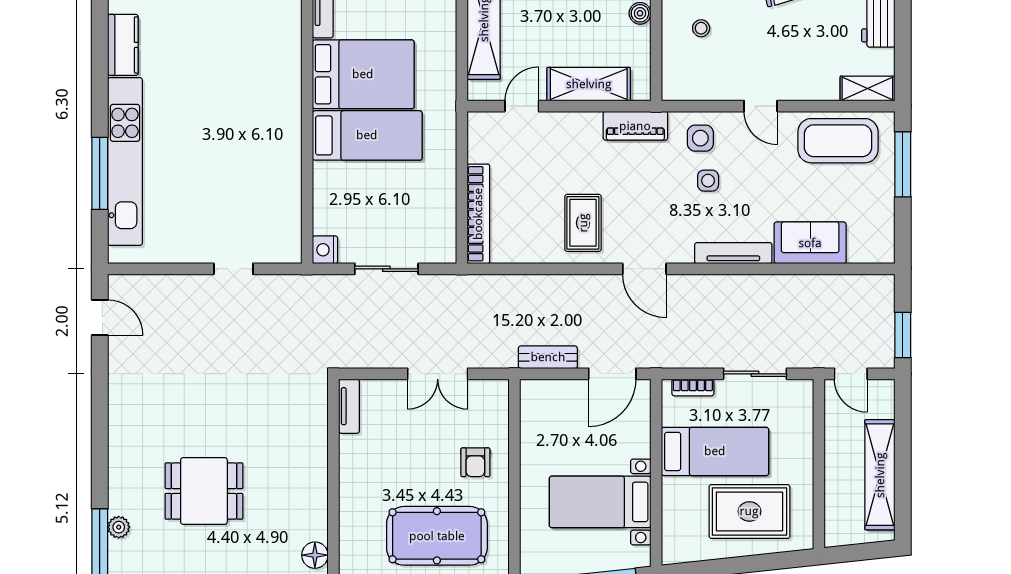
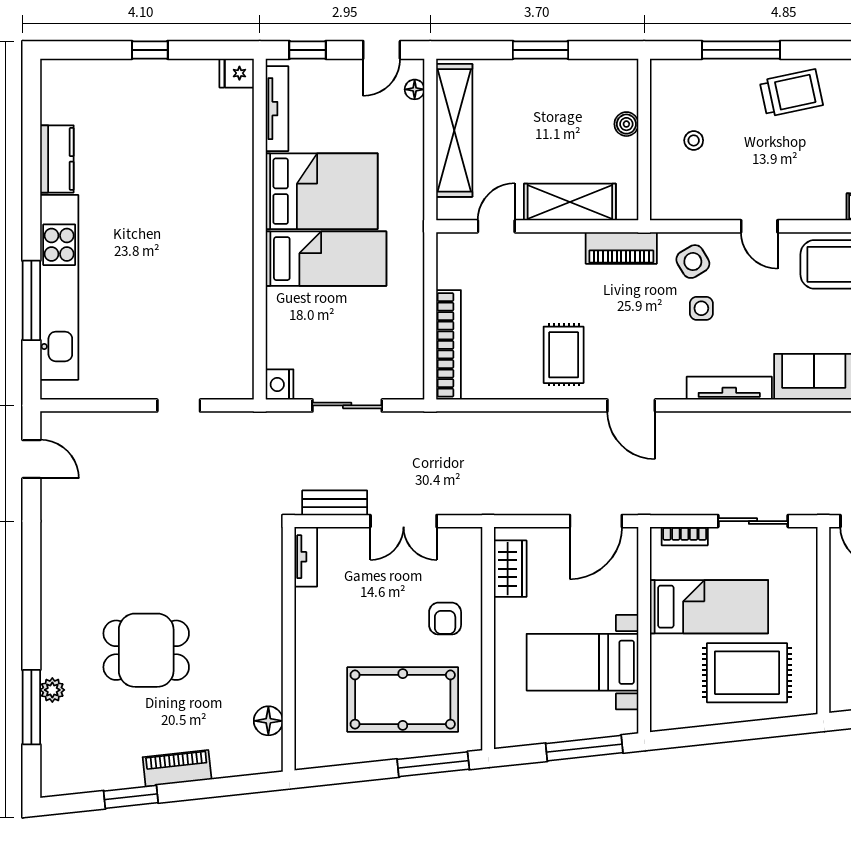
side table: (700, 138) -> (693, 262), turned -31
bench: (548, 357) -> (335, 503), moved
wardrobe: (534, 417) -> (510, 569), added

